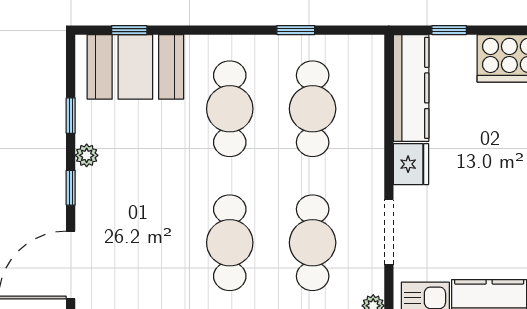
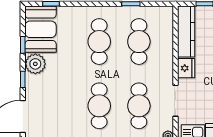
booth: (135, 67) -> (41, 29), moved, turned 90
plant: (87, 155) -> (35, 64), width x1.87, depth x1.87

